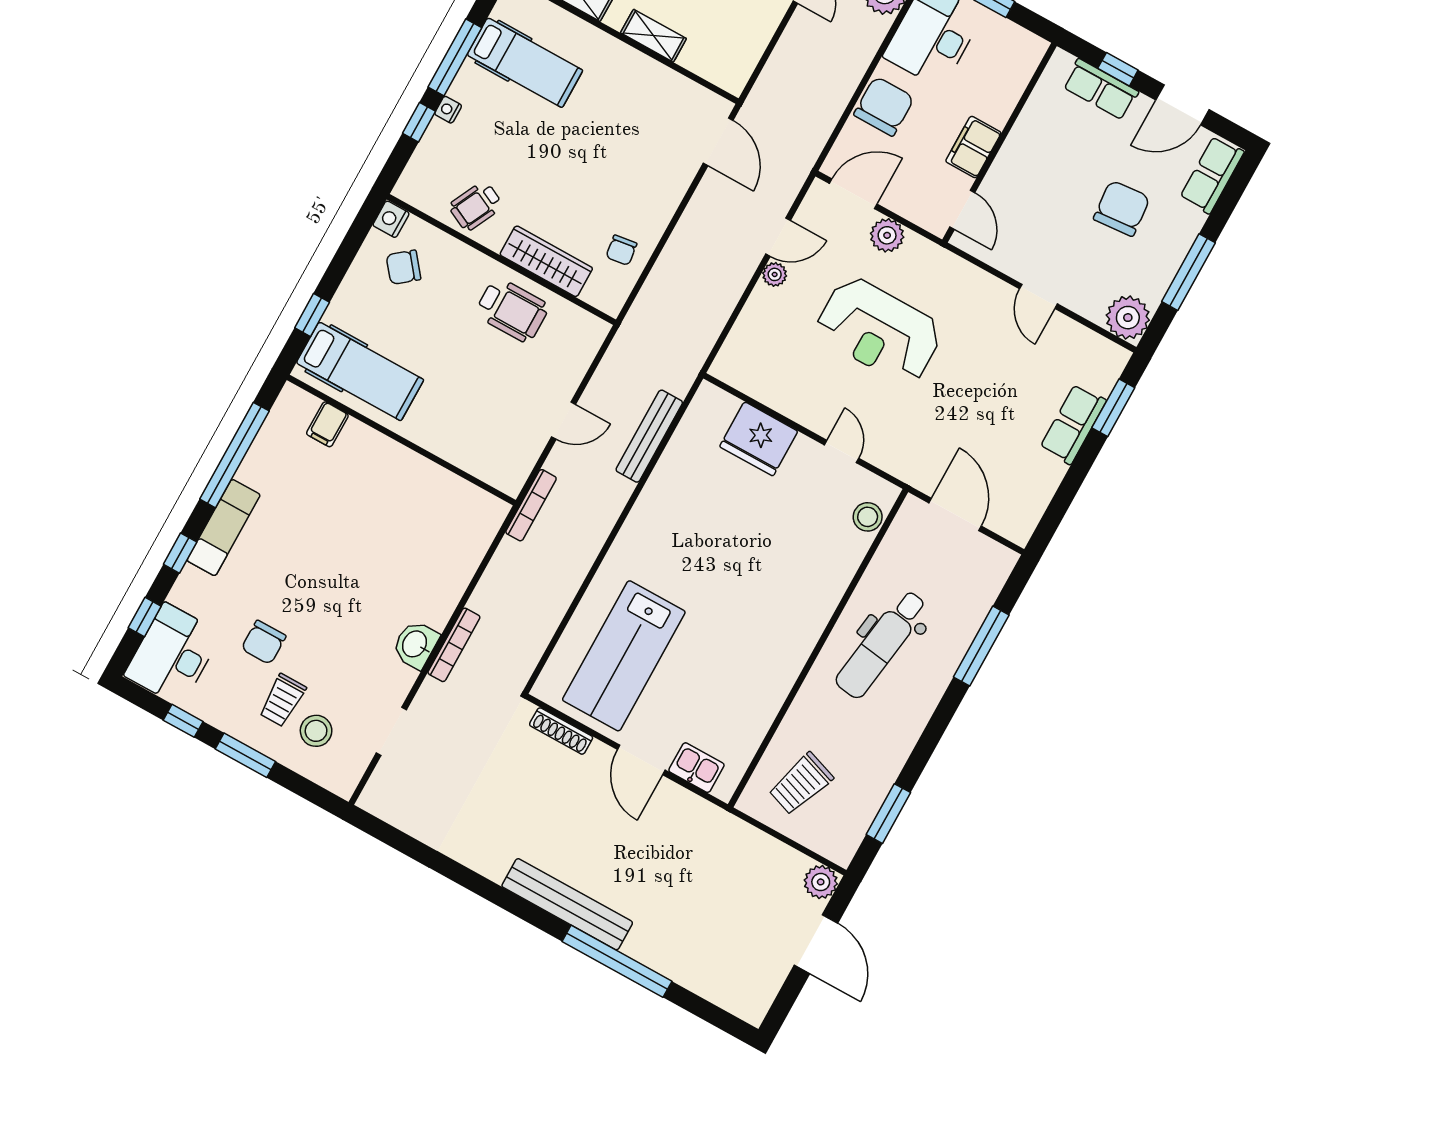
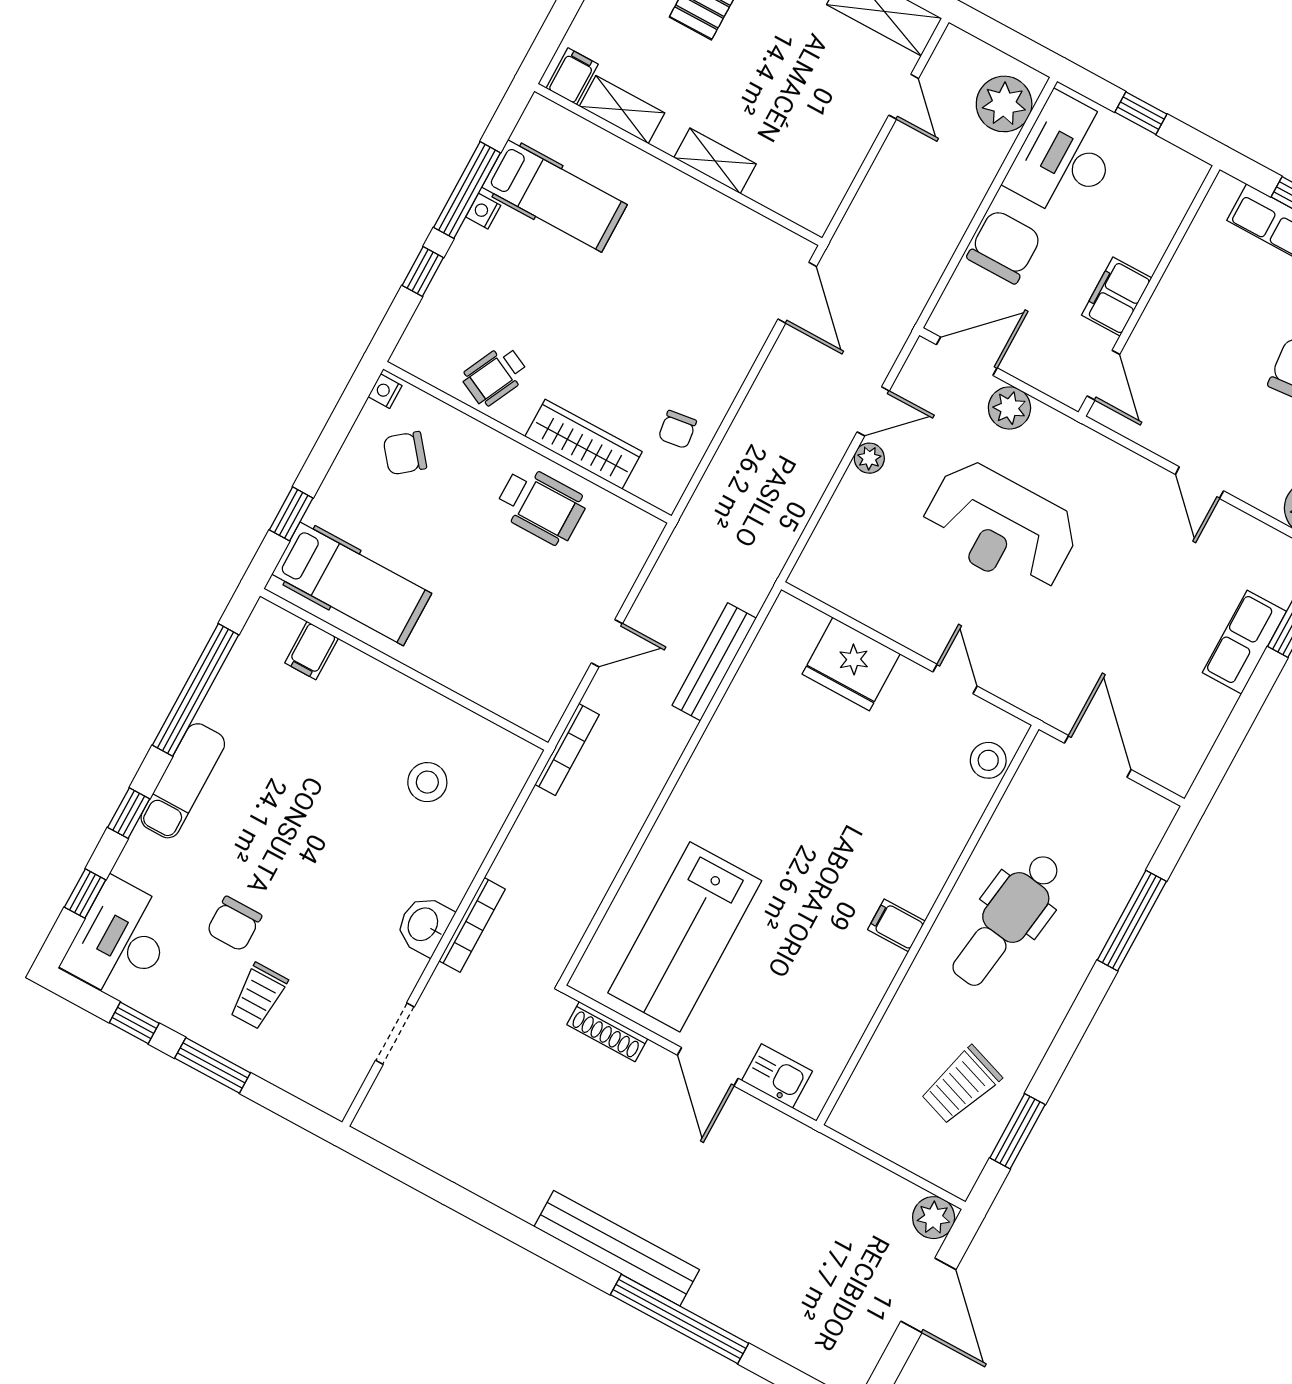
nightstand: (448, 110) -> (483, 211), moved
nightstand: (391, 219) -> (385, 391), width x0.72, depth x0.74
filing cabinet: (793, 648) -> (896, 925), added
stool: (316, 731) -> (427, 782), moved
trolley: (801, 784) -> (961, 1085), moved

